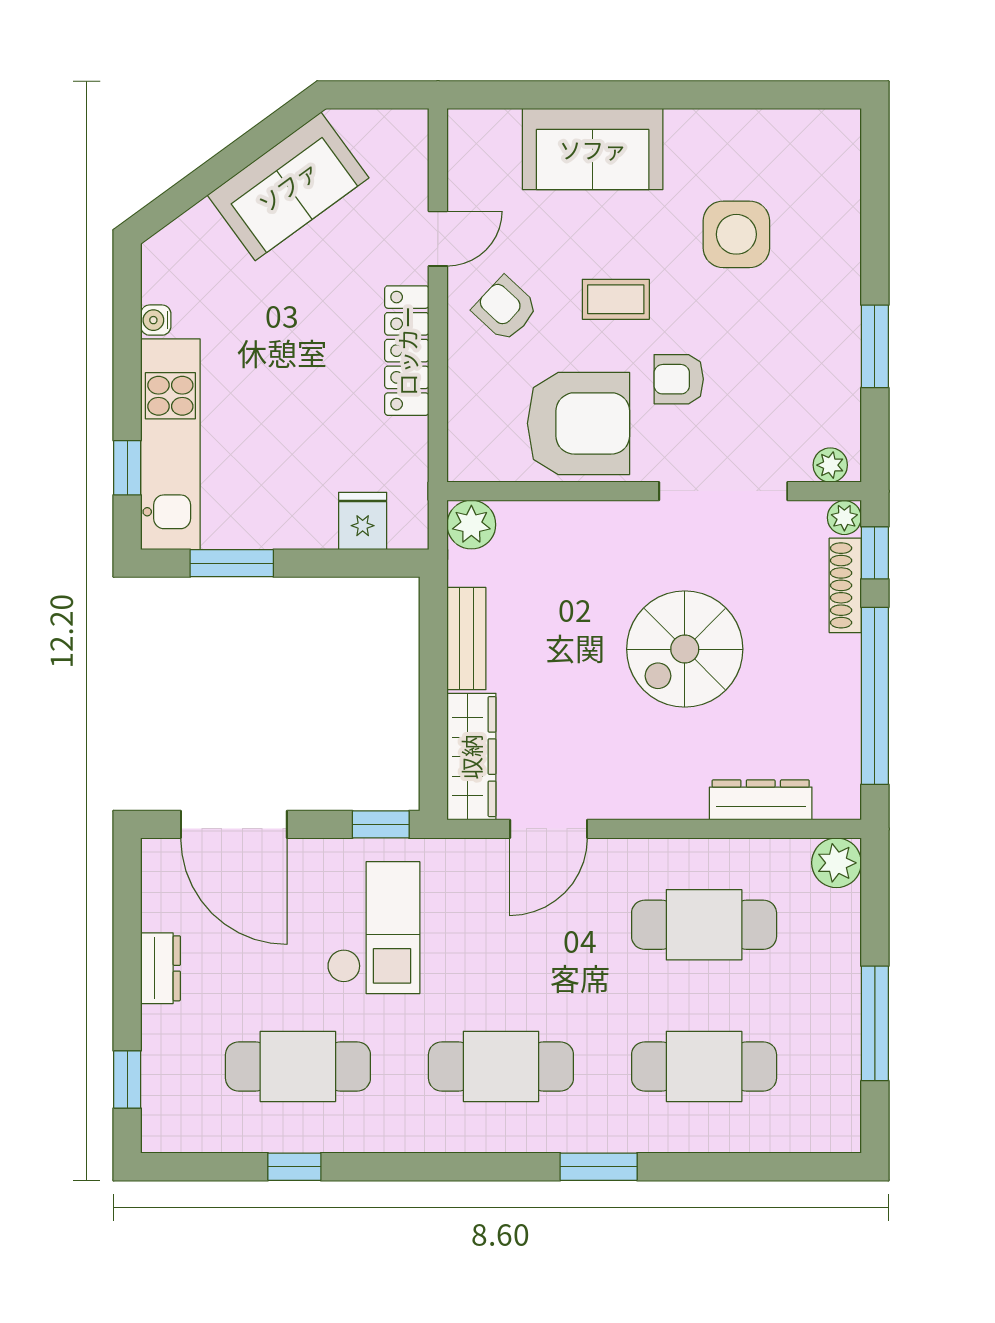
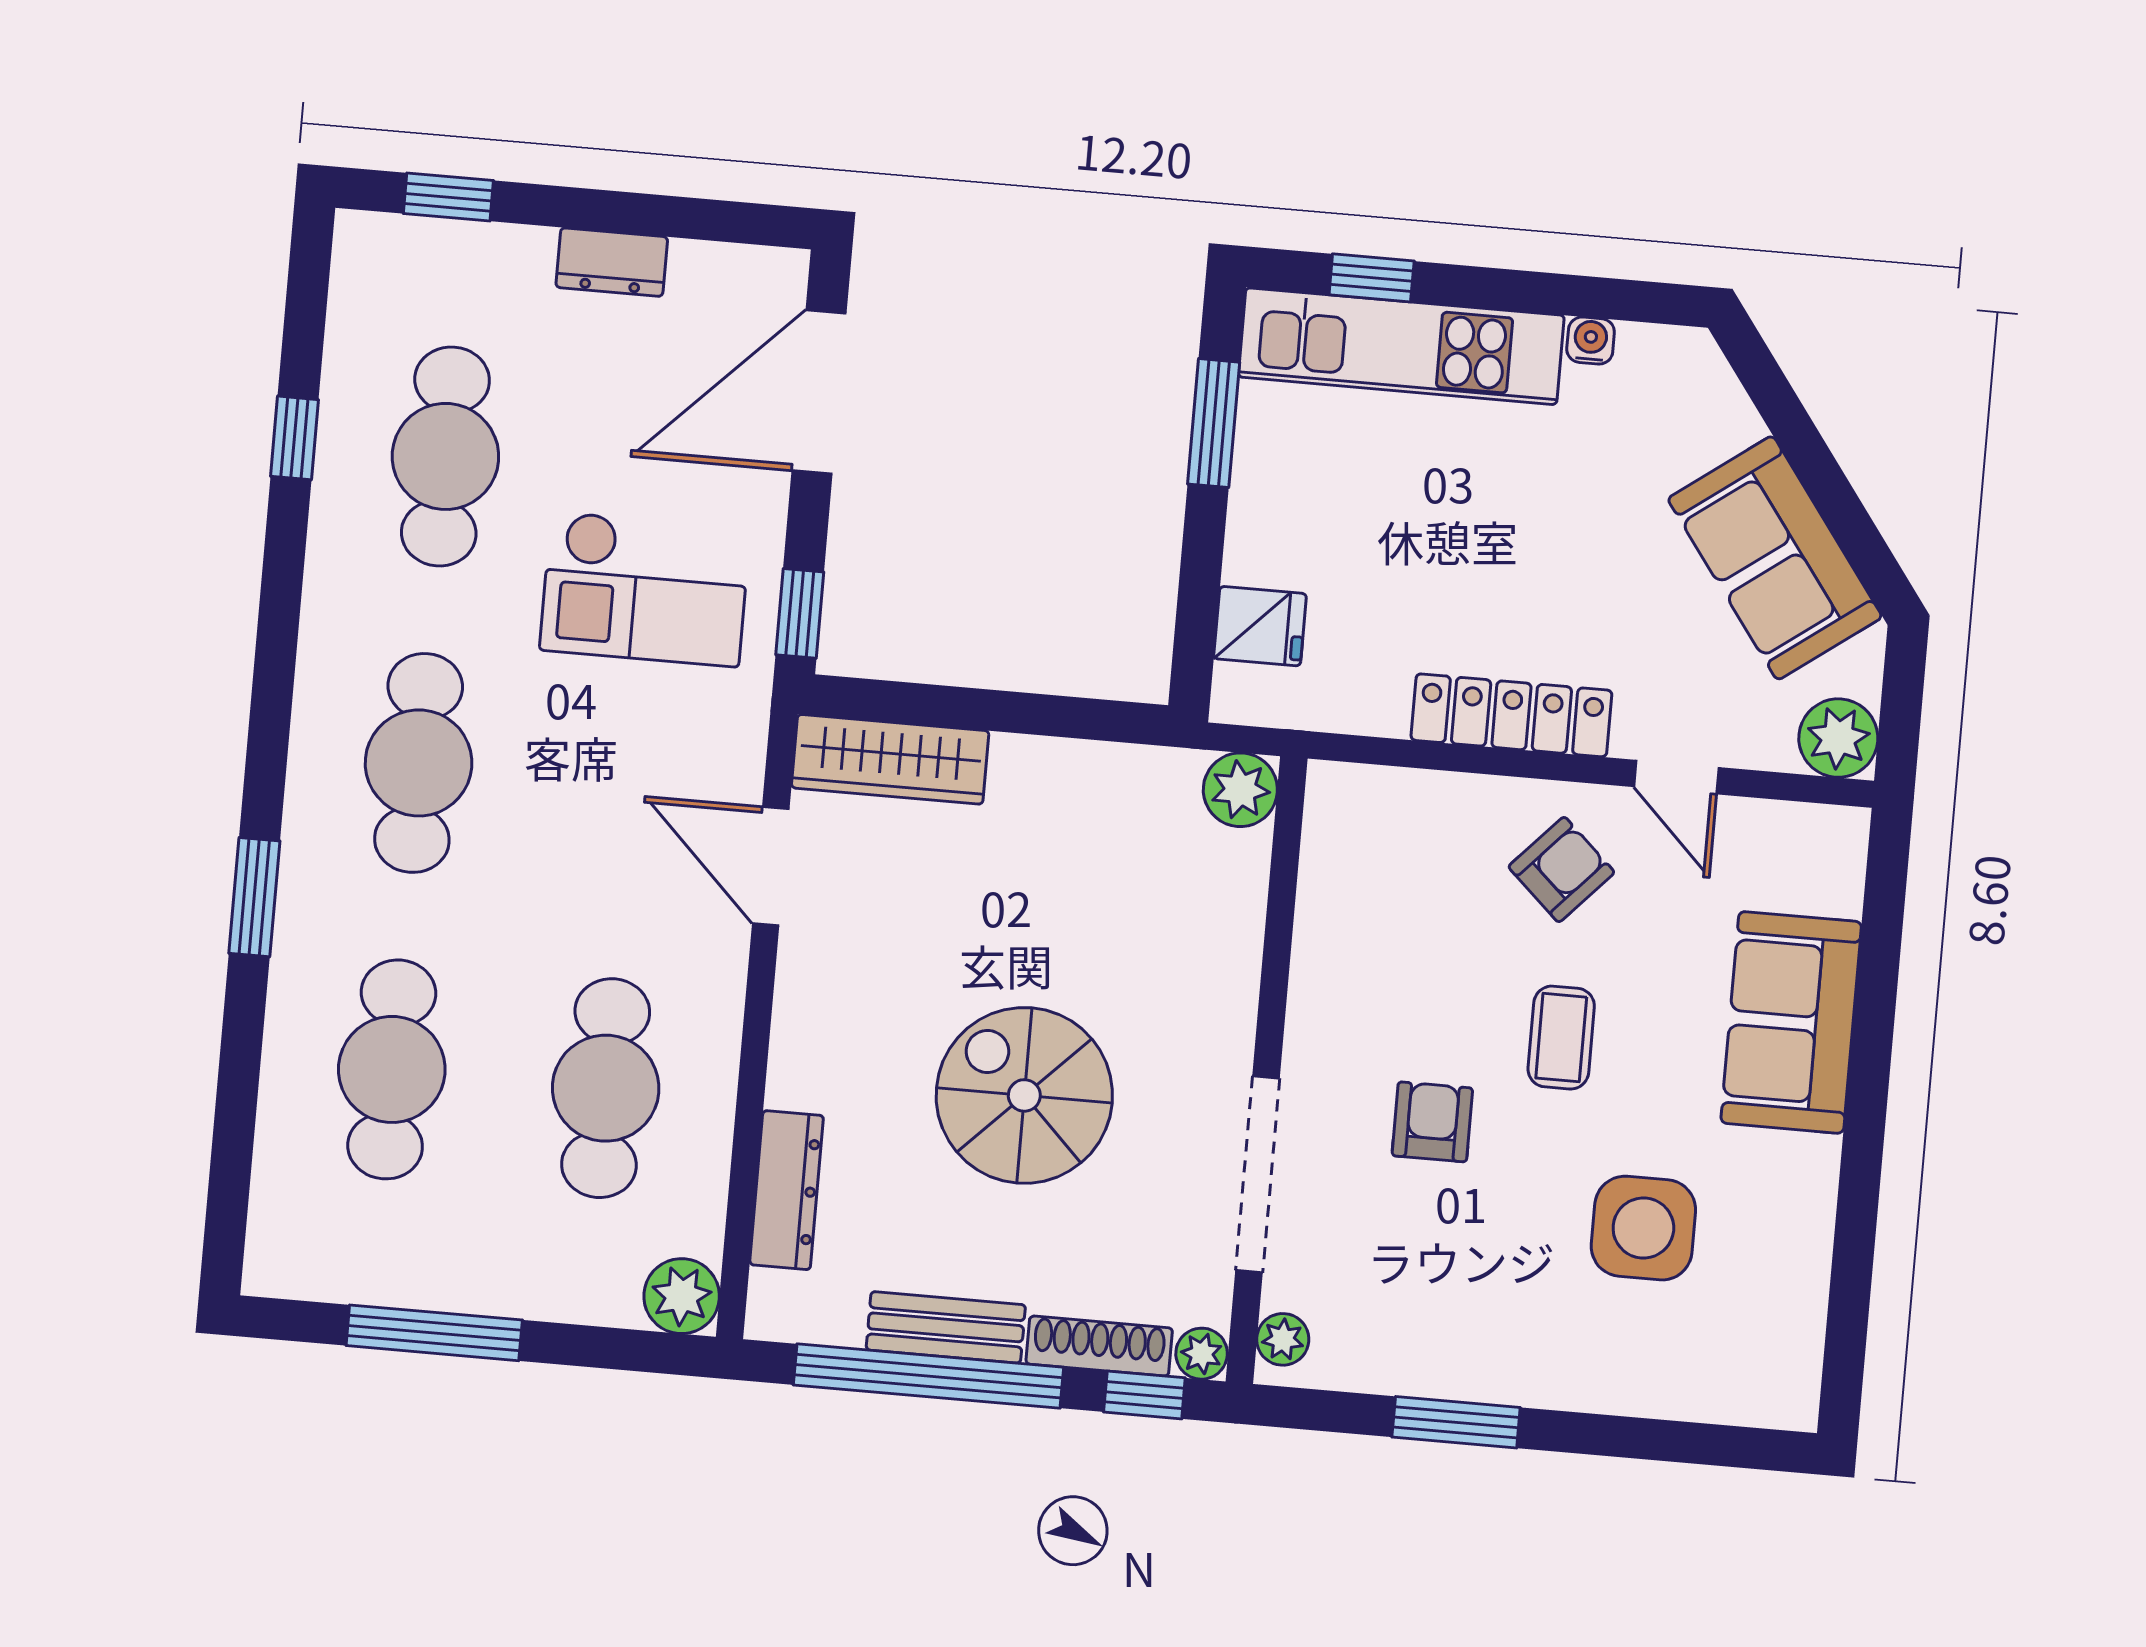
plant: (403, 134) -> (1838, 738), added
armchair: (578, 423) -> (1379, 965), removed
bench: (466, 639) -> (946, 1327), moved

